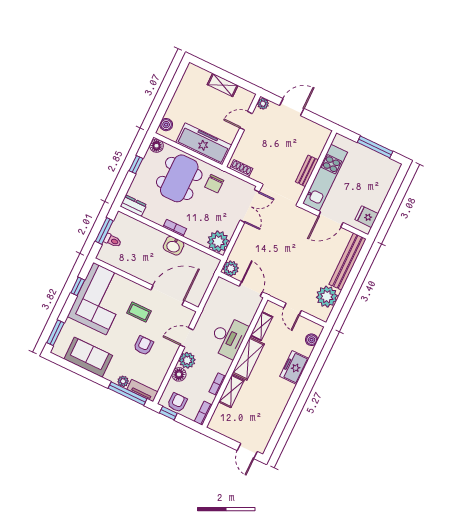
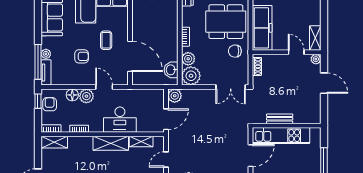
shelving: (223, 85) -> (315, 38), moved
door: (331, 219) -> (251, 156), swing flipped
plant: (199, 236) -> (188, 59), added
washbasin: (174, 246) -> (171, 70), moved
shelving: (231, 391) -> (54, 142), moved
armchair: (177, 403) -> (50, 104), turned -90

